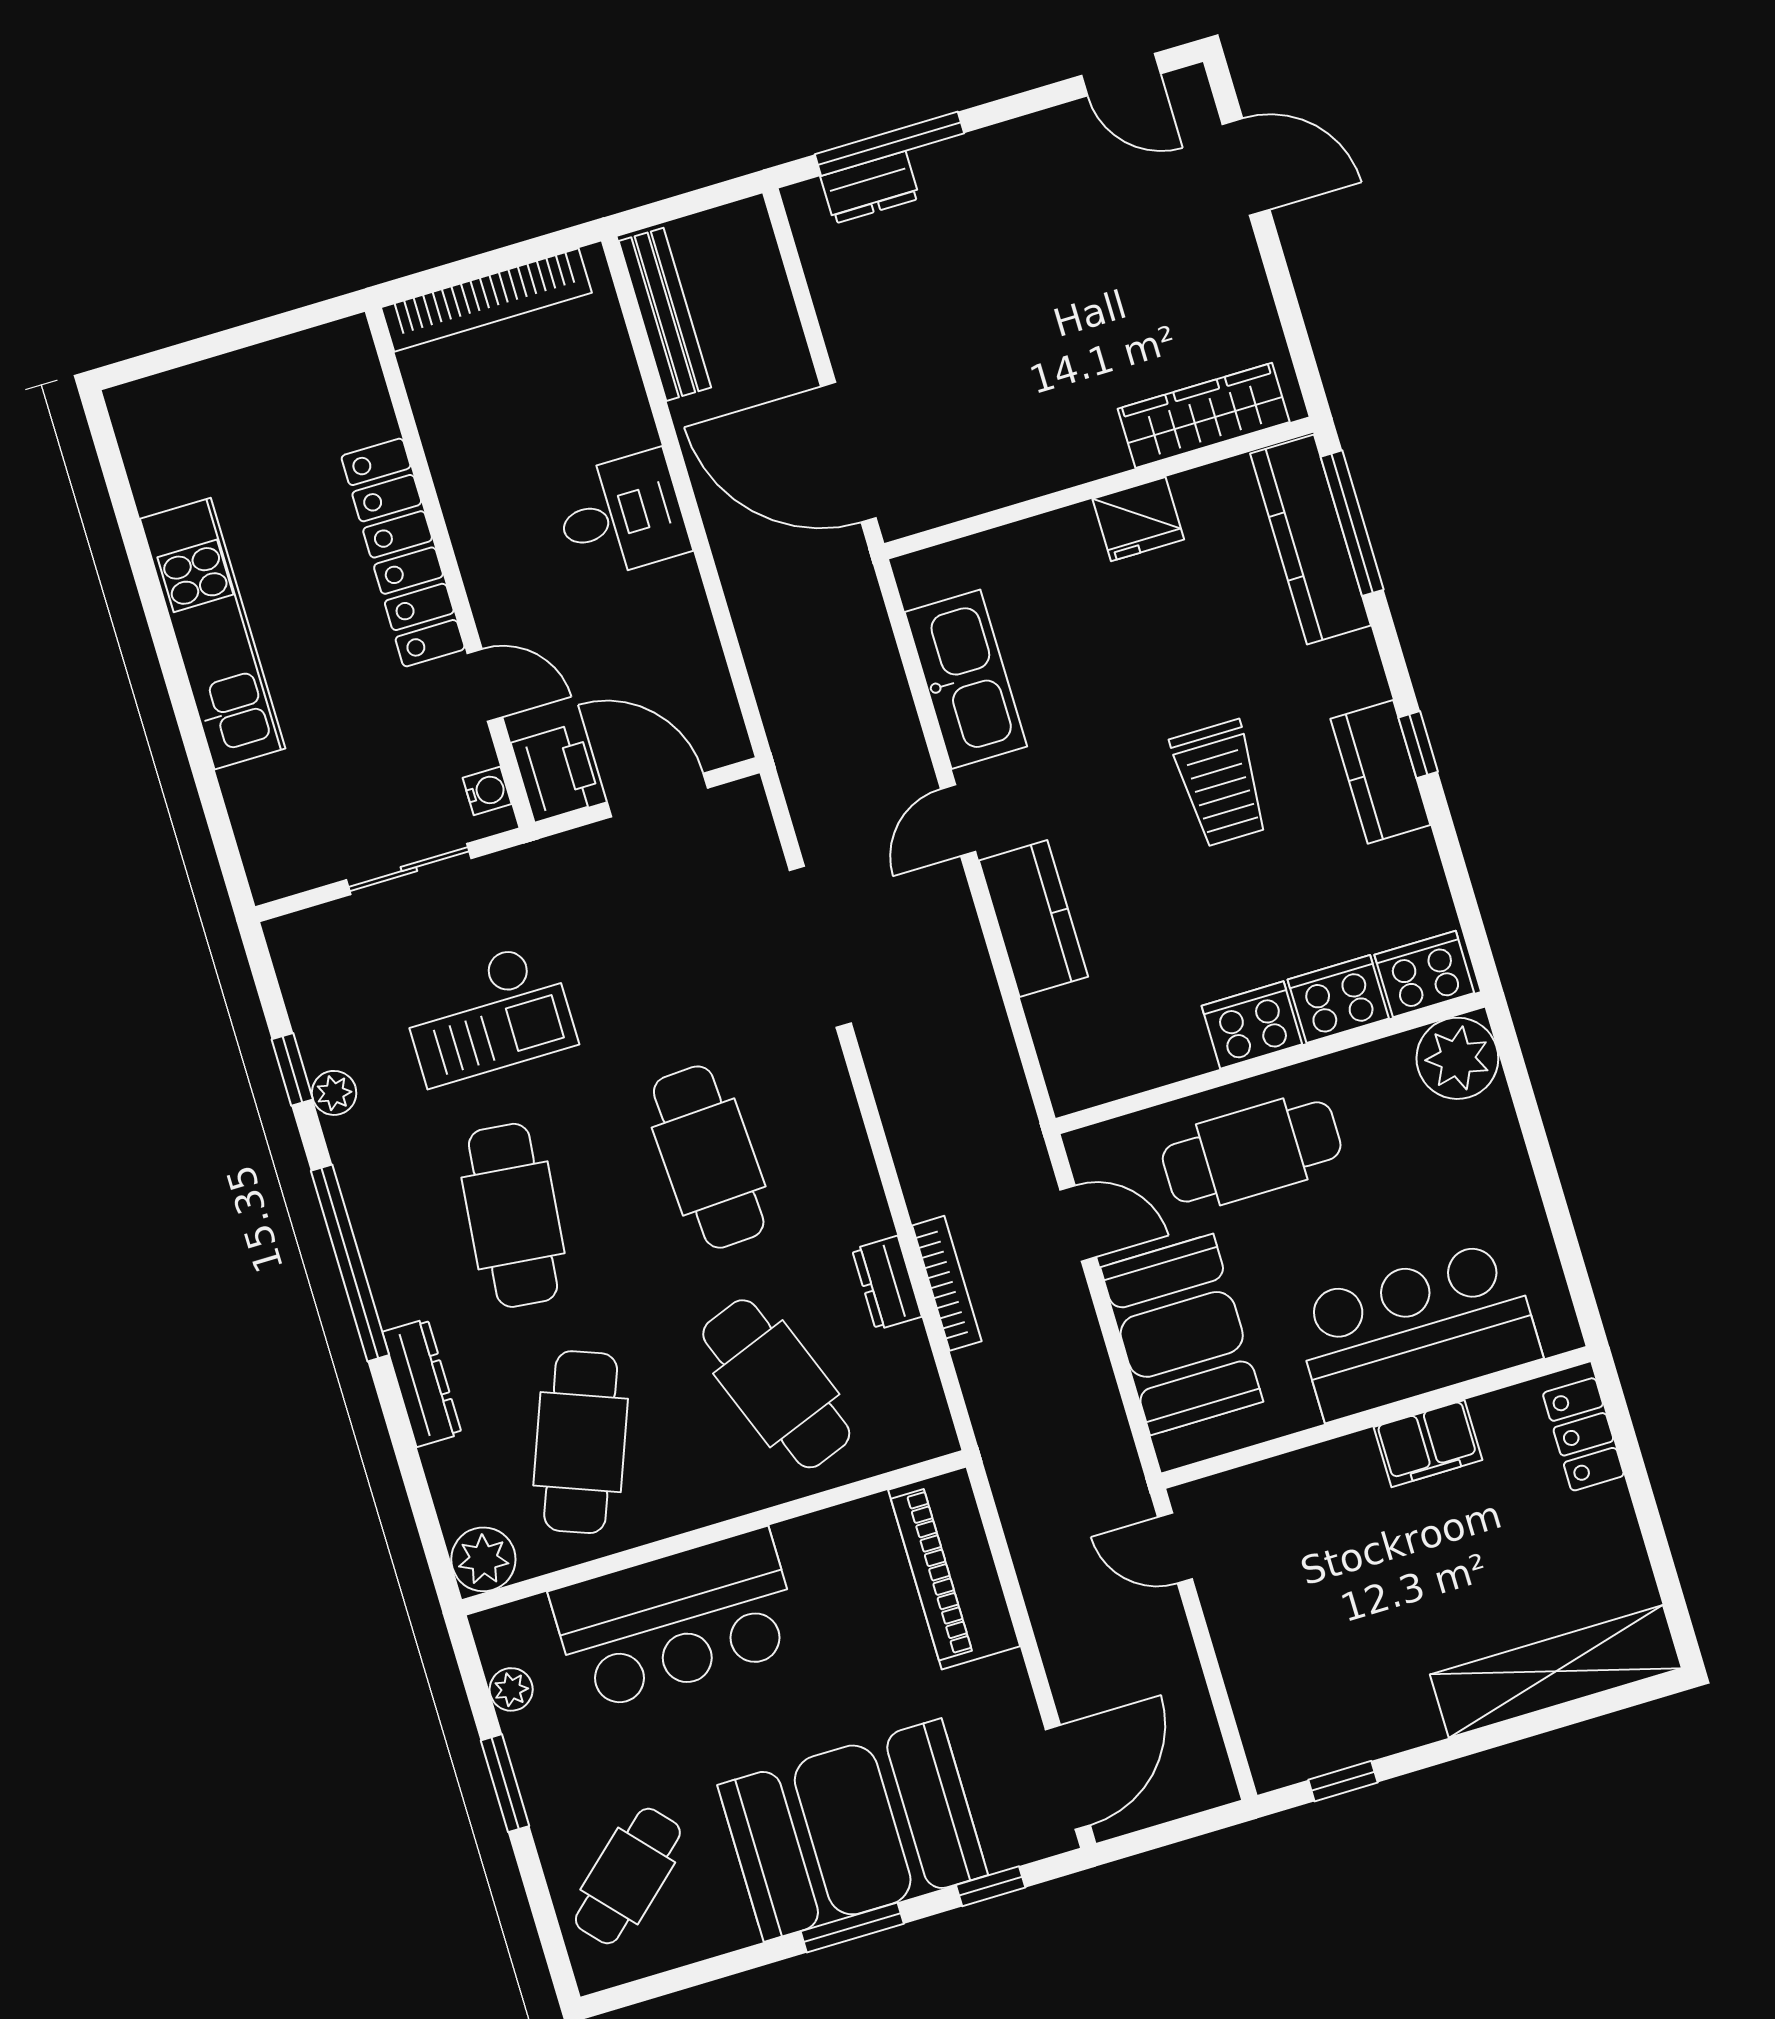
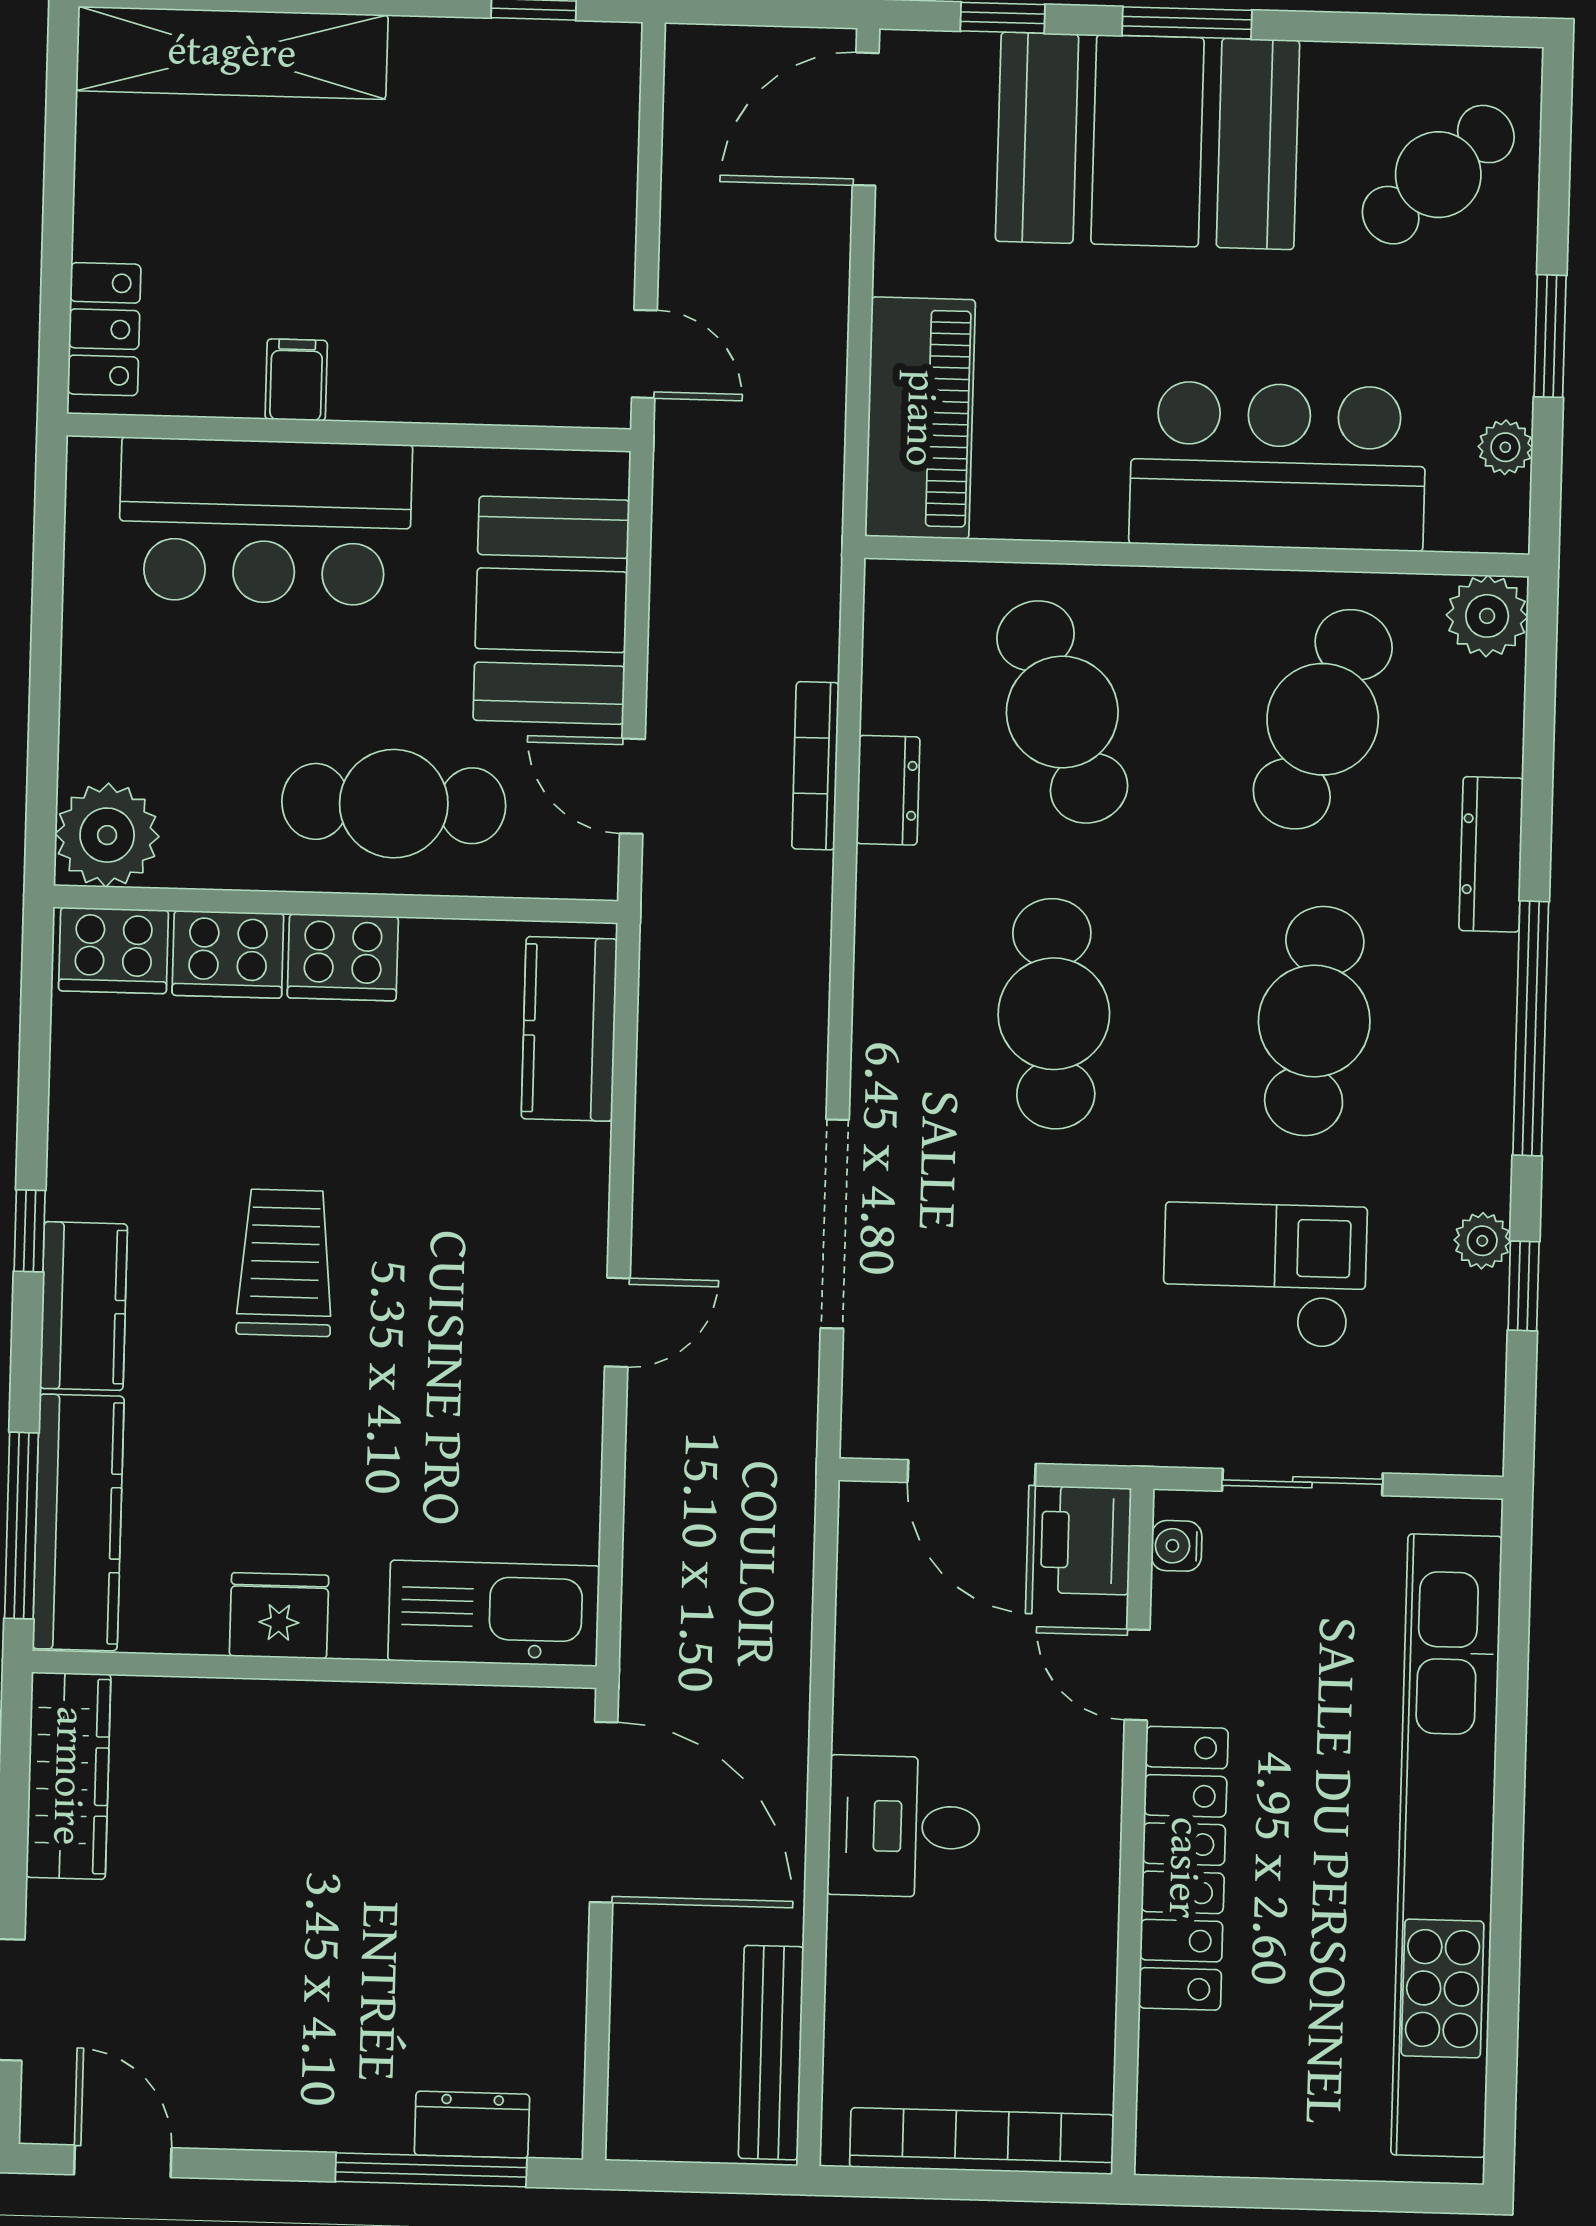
wardrobe: (1204, 415) -> (68, 1776), moved, turned -90
kitchen unit: (213, 634) -> (1446, 1846), width x1.86
kitchen sink: (966, 679) -> (494, 1613), moved, turned 90
kitchen counter: (1380, 772) -> (84, 1306), moved
kitchen counter: (1033, 919) -> (569, 1029), moved
filing cabinet: (1428, 1444) -> (296, 380), width x0.50

